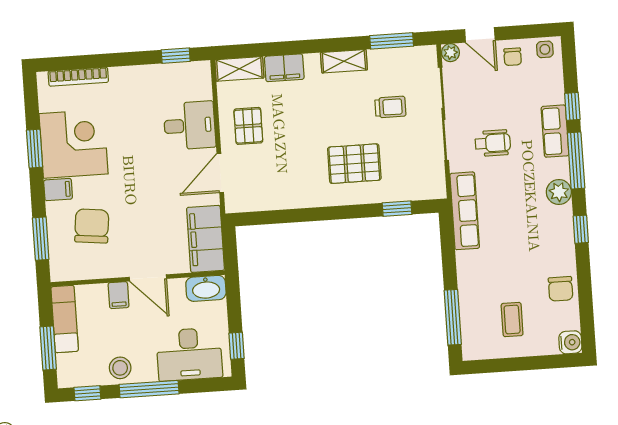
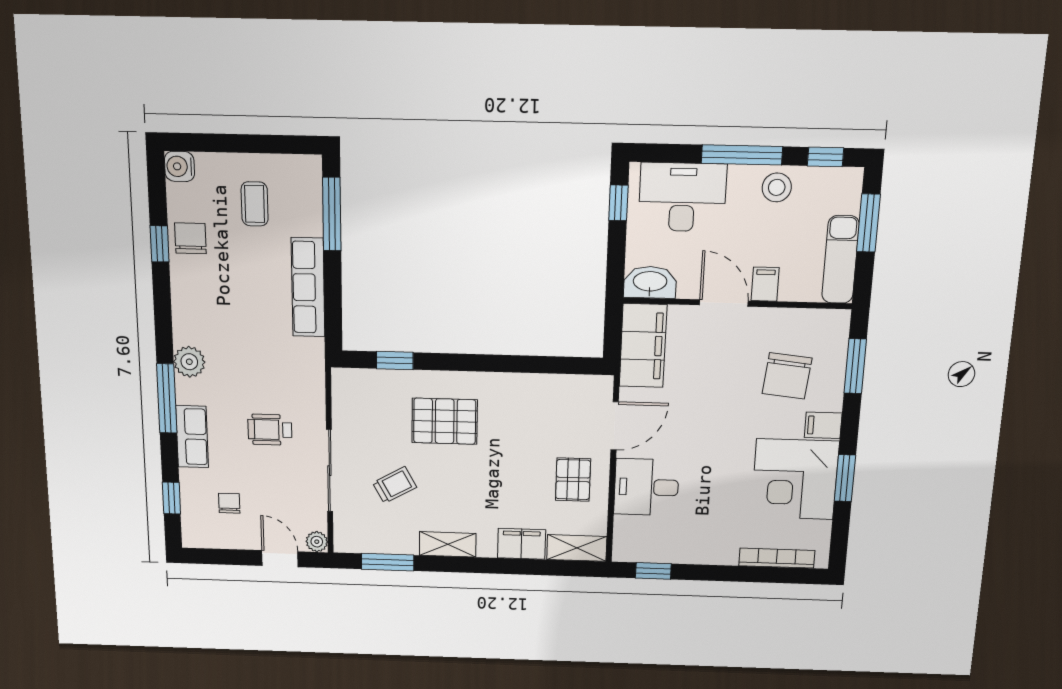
side table: (545, 49) -> (202, 534), removed
chair: (513, 57) -> (229, 503), moved
window: (572, 106) -> (171, 498), moved
trolley: (390, 107) -> (395, 485), turned 151
sliding door: (443, 114) -> (329, 471), width x0.73
row of seats: (465, 211) -> (308, 287), moved
window: (581, 229) -> (160, 244), moved

